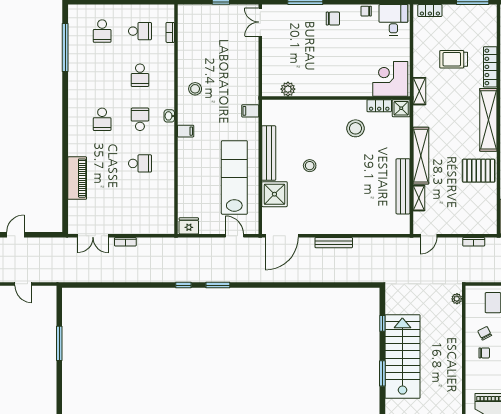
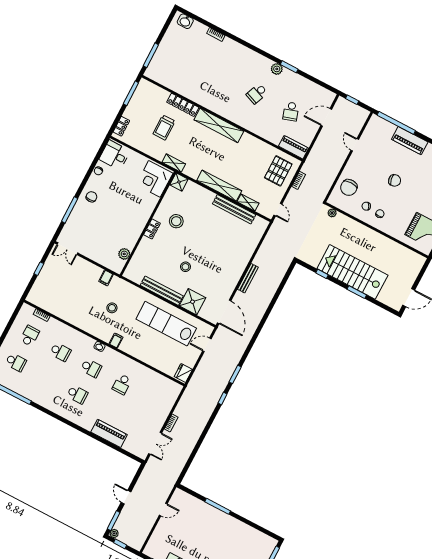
stool: (195, 89) -> (112, 308), moved
locker: (379, 106) -> (152, 229), moved
filing cabinet: (250, 111) -> (106, 278), moved
school desk: (140, 119) -> (91, 368), turned 180
school desk: (140, 163) -> (122, 384), turned 180
pallet: (479, 171) -> (278, 171), moved

